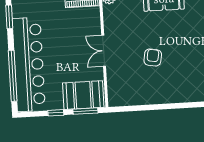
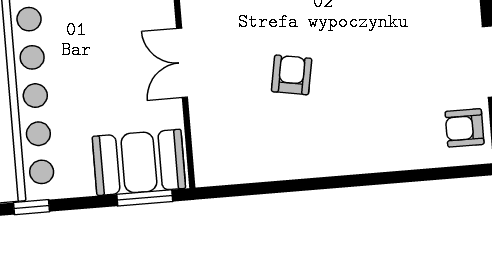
window: (56, 113) -> (31, 207), moved

